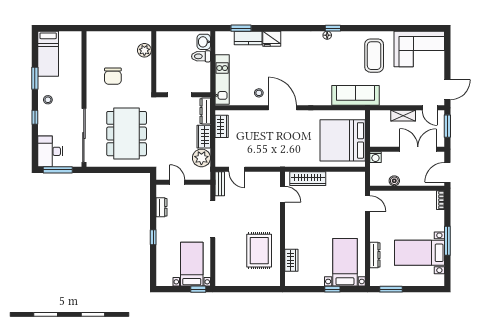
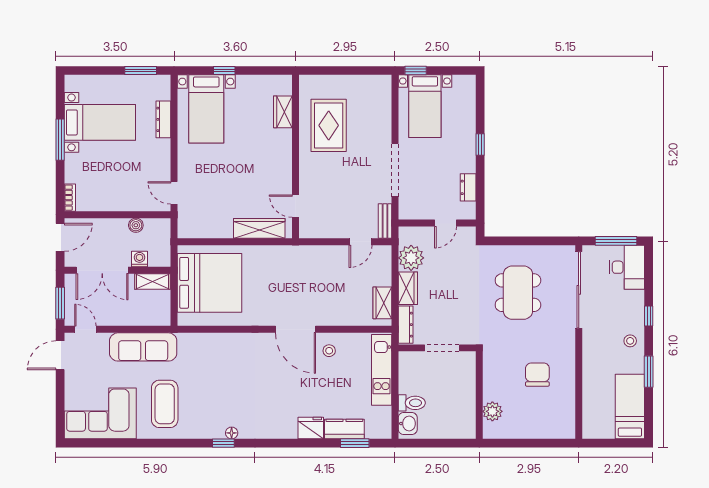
sofa: (355, 95) -> (143, 347), moved
shelving: (403, 116) -> (153, 282), moved
dining table: (127, 134) -> (518, 293), width x0.73, depth x0.80
washing machine: (375, 157) -> (139, 259), moved
door: (237, 169) -> (361, 242), swing flipped
door: (177, 182) -> (446, 223), hinge flipped

